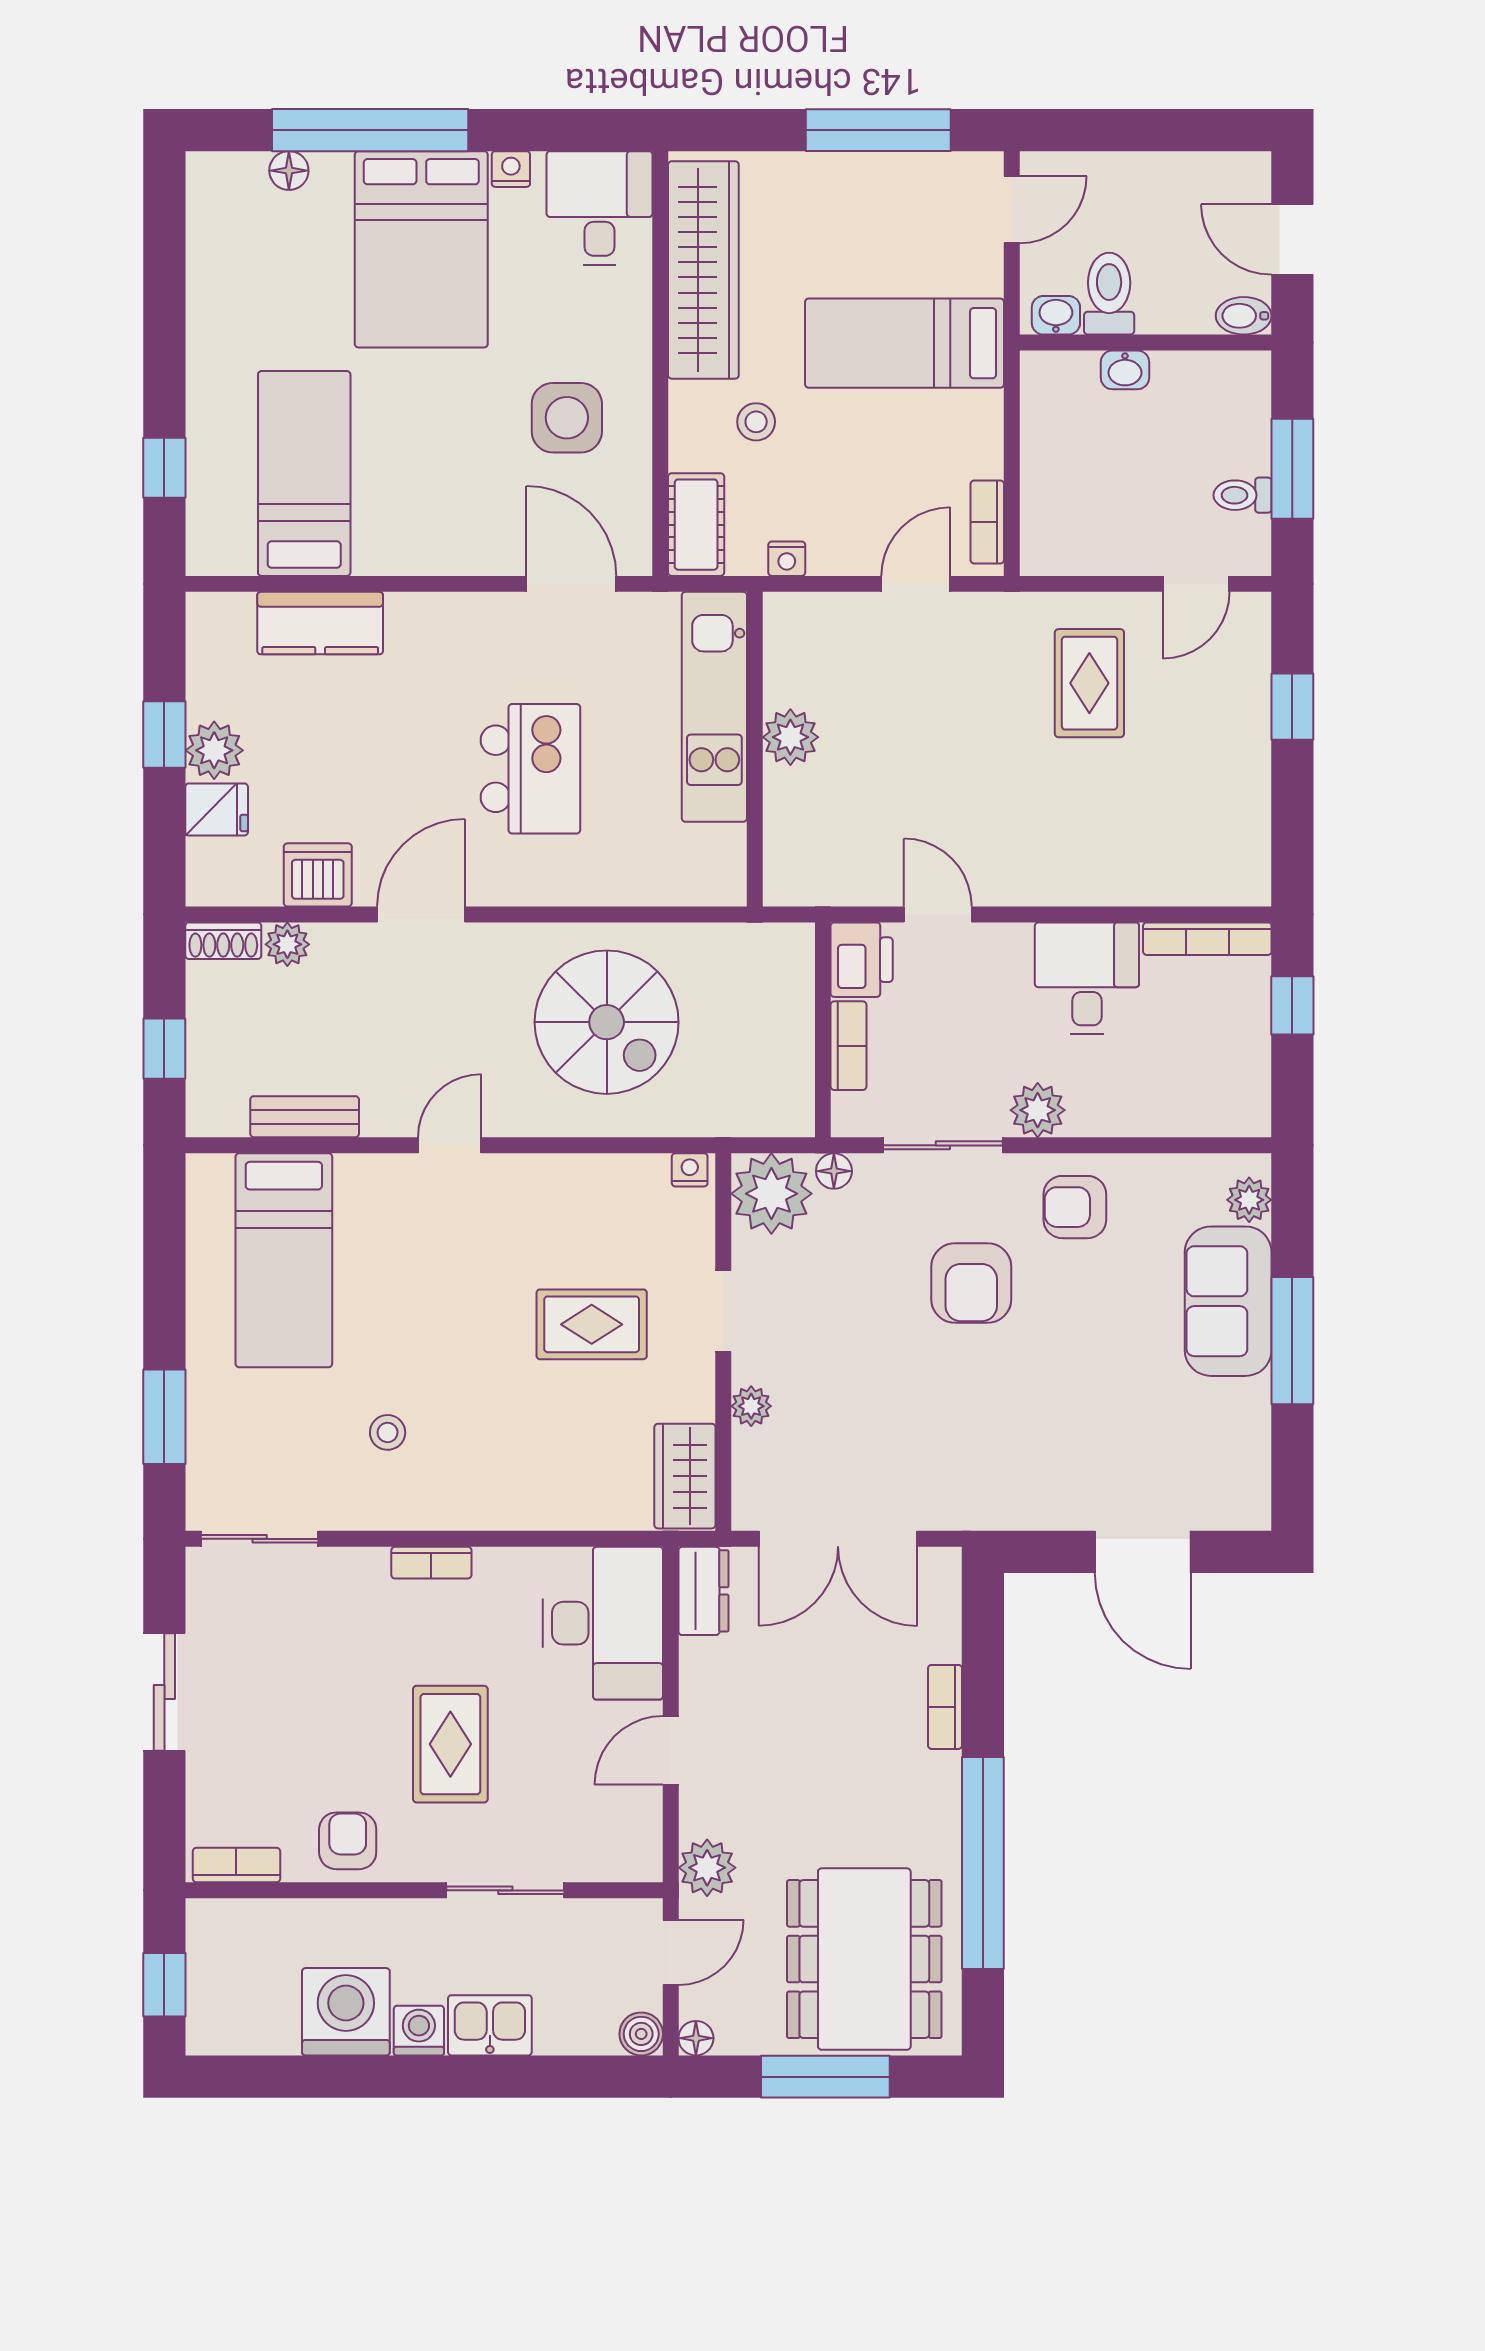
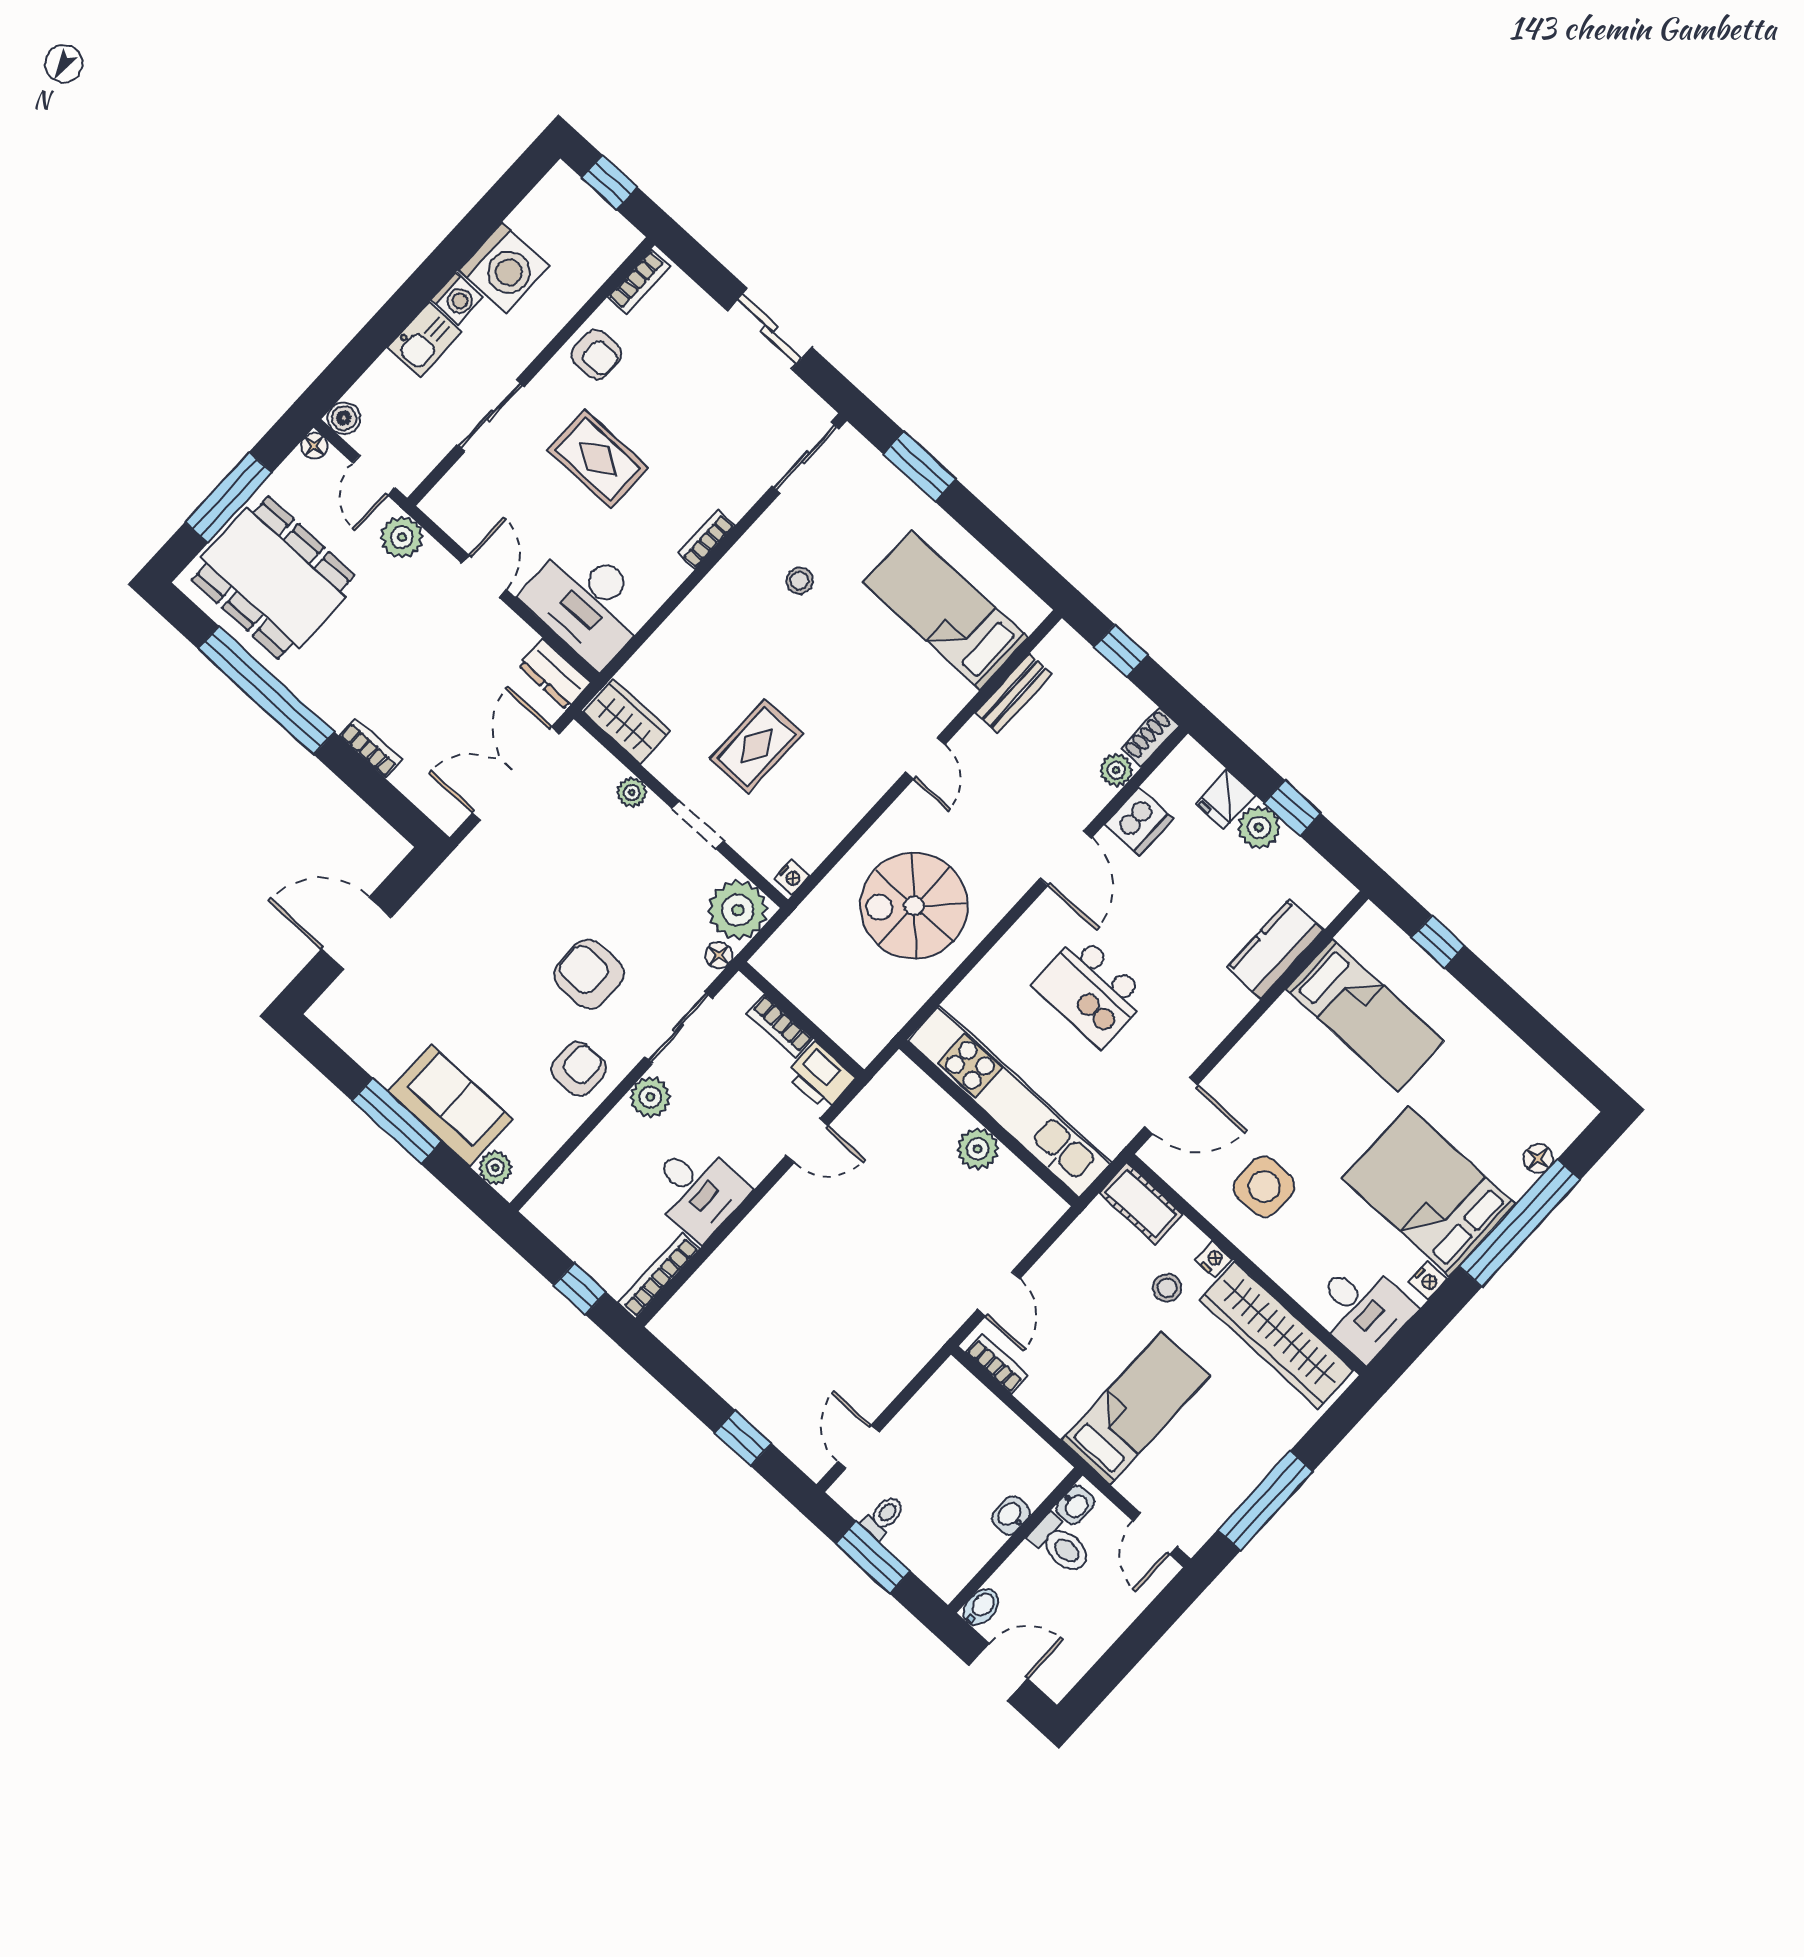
nightstand: (787, 559) -> (1214, 1259), moved, turned 90
rug: (1089, 683) -> (857, 1339), removed
kitchen unit: (714, 707) -> (1009, 1101), width x1.36

